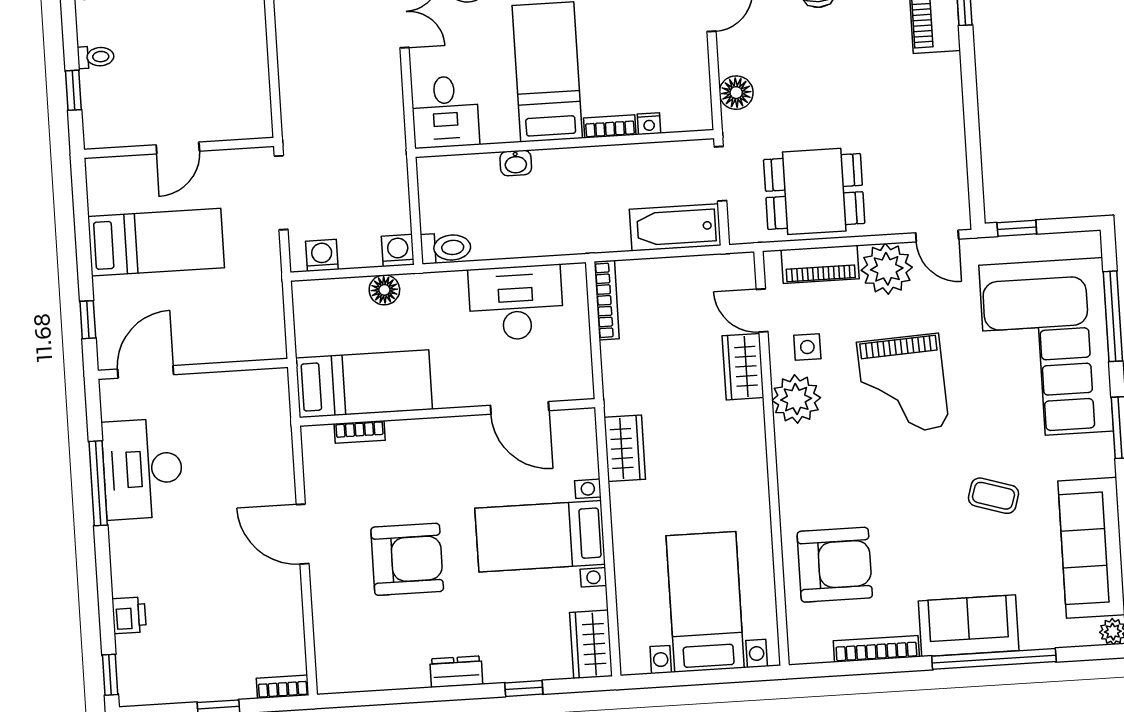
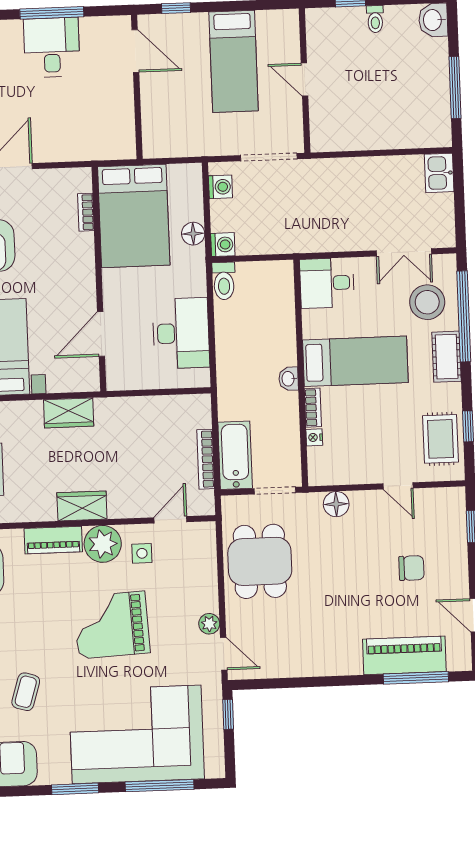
washbasin: (516, 163) -> (289, 379), moved
door: (937, 236) -> (224, 654), swing flipped
piano: (820, 264) -> (53, 540), moved, turned -90
plant: (887, 269) -> (209, 624), width x0.53, depth x0.53
bookcase: (607, 300) -> (206, 459), moved, turned 90
wardrobe: (743, 367) -> (82, 506), moved
bed: (364, 384) -> (134, 216), width x1.50
desk: (143, 469) -> (52, 47), width x0.73

